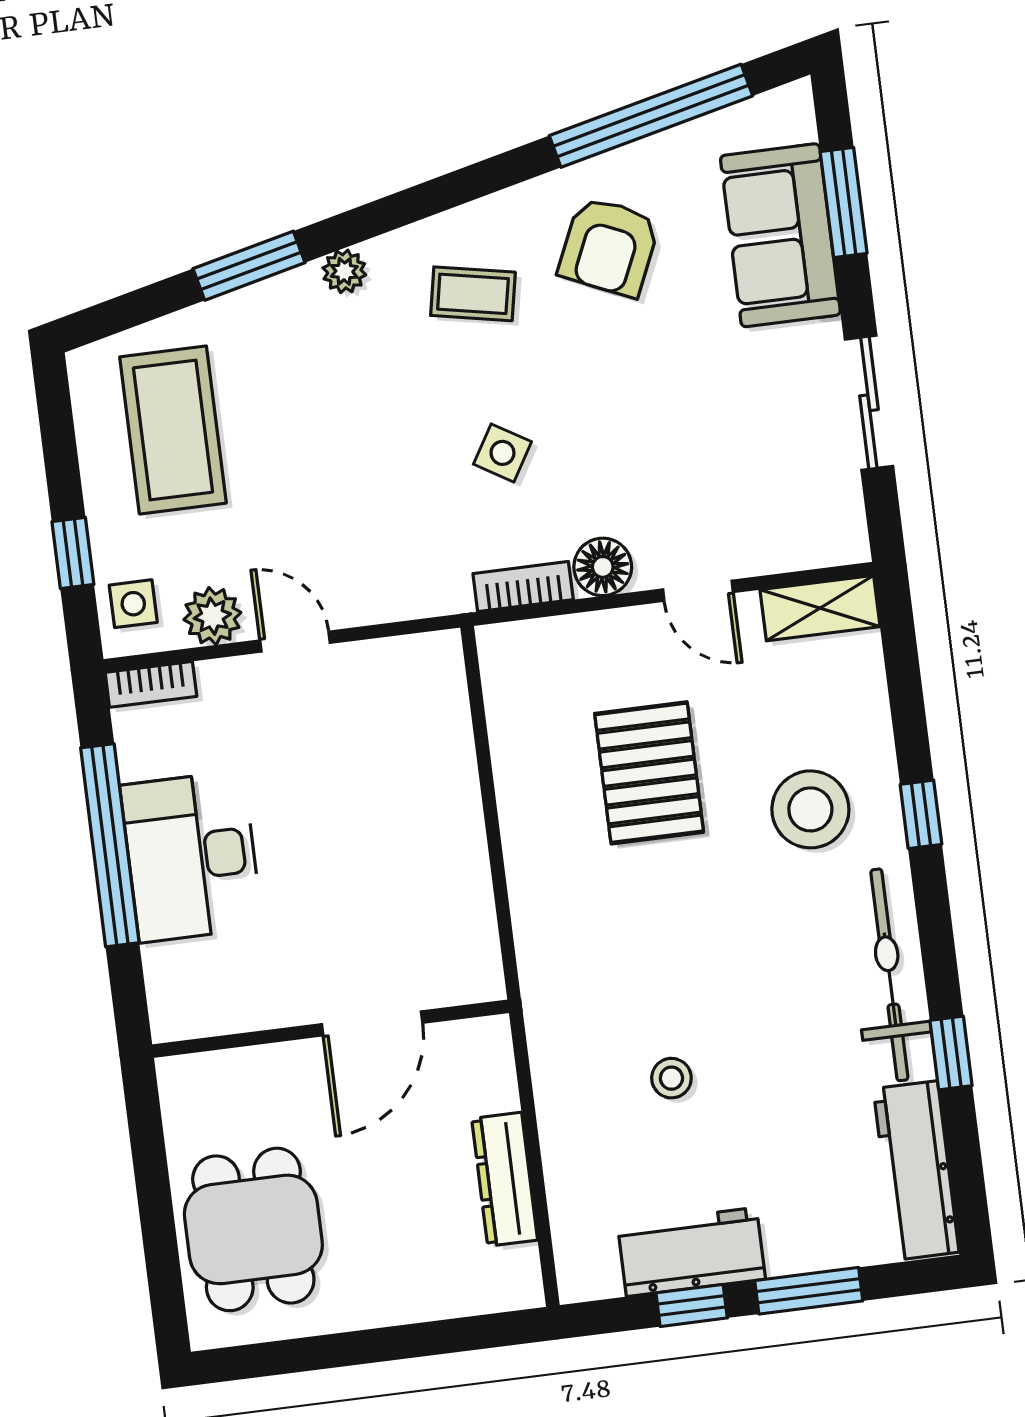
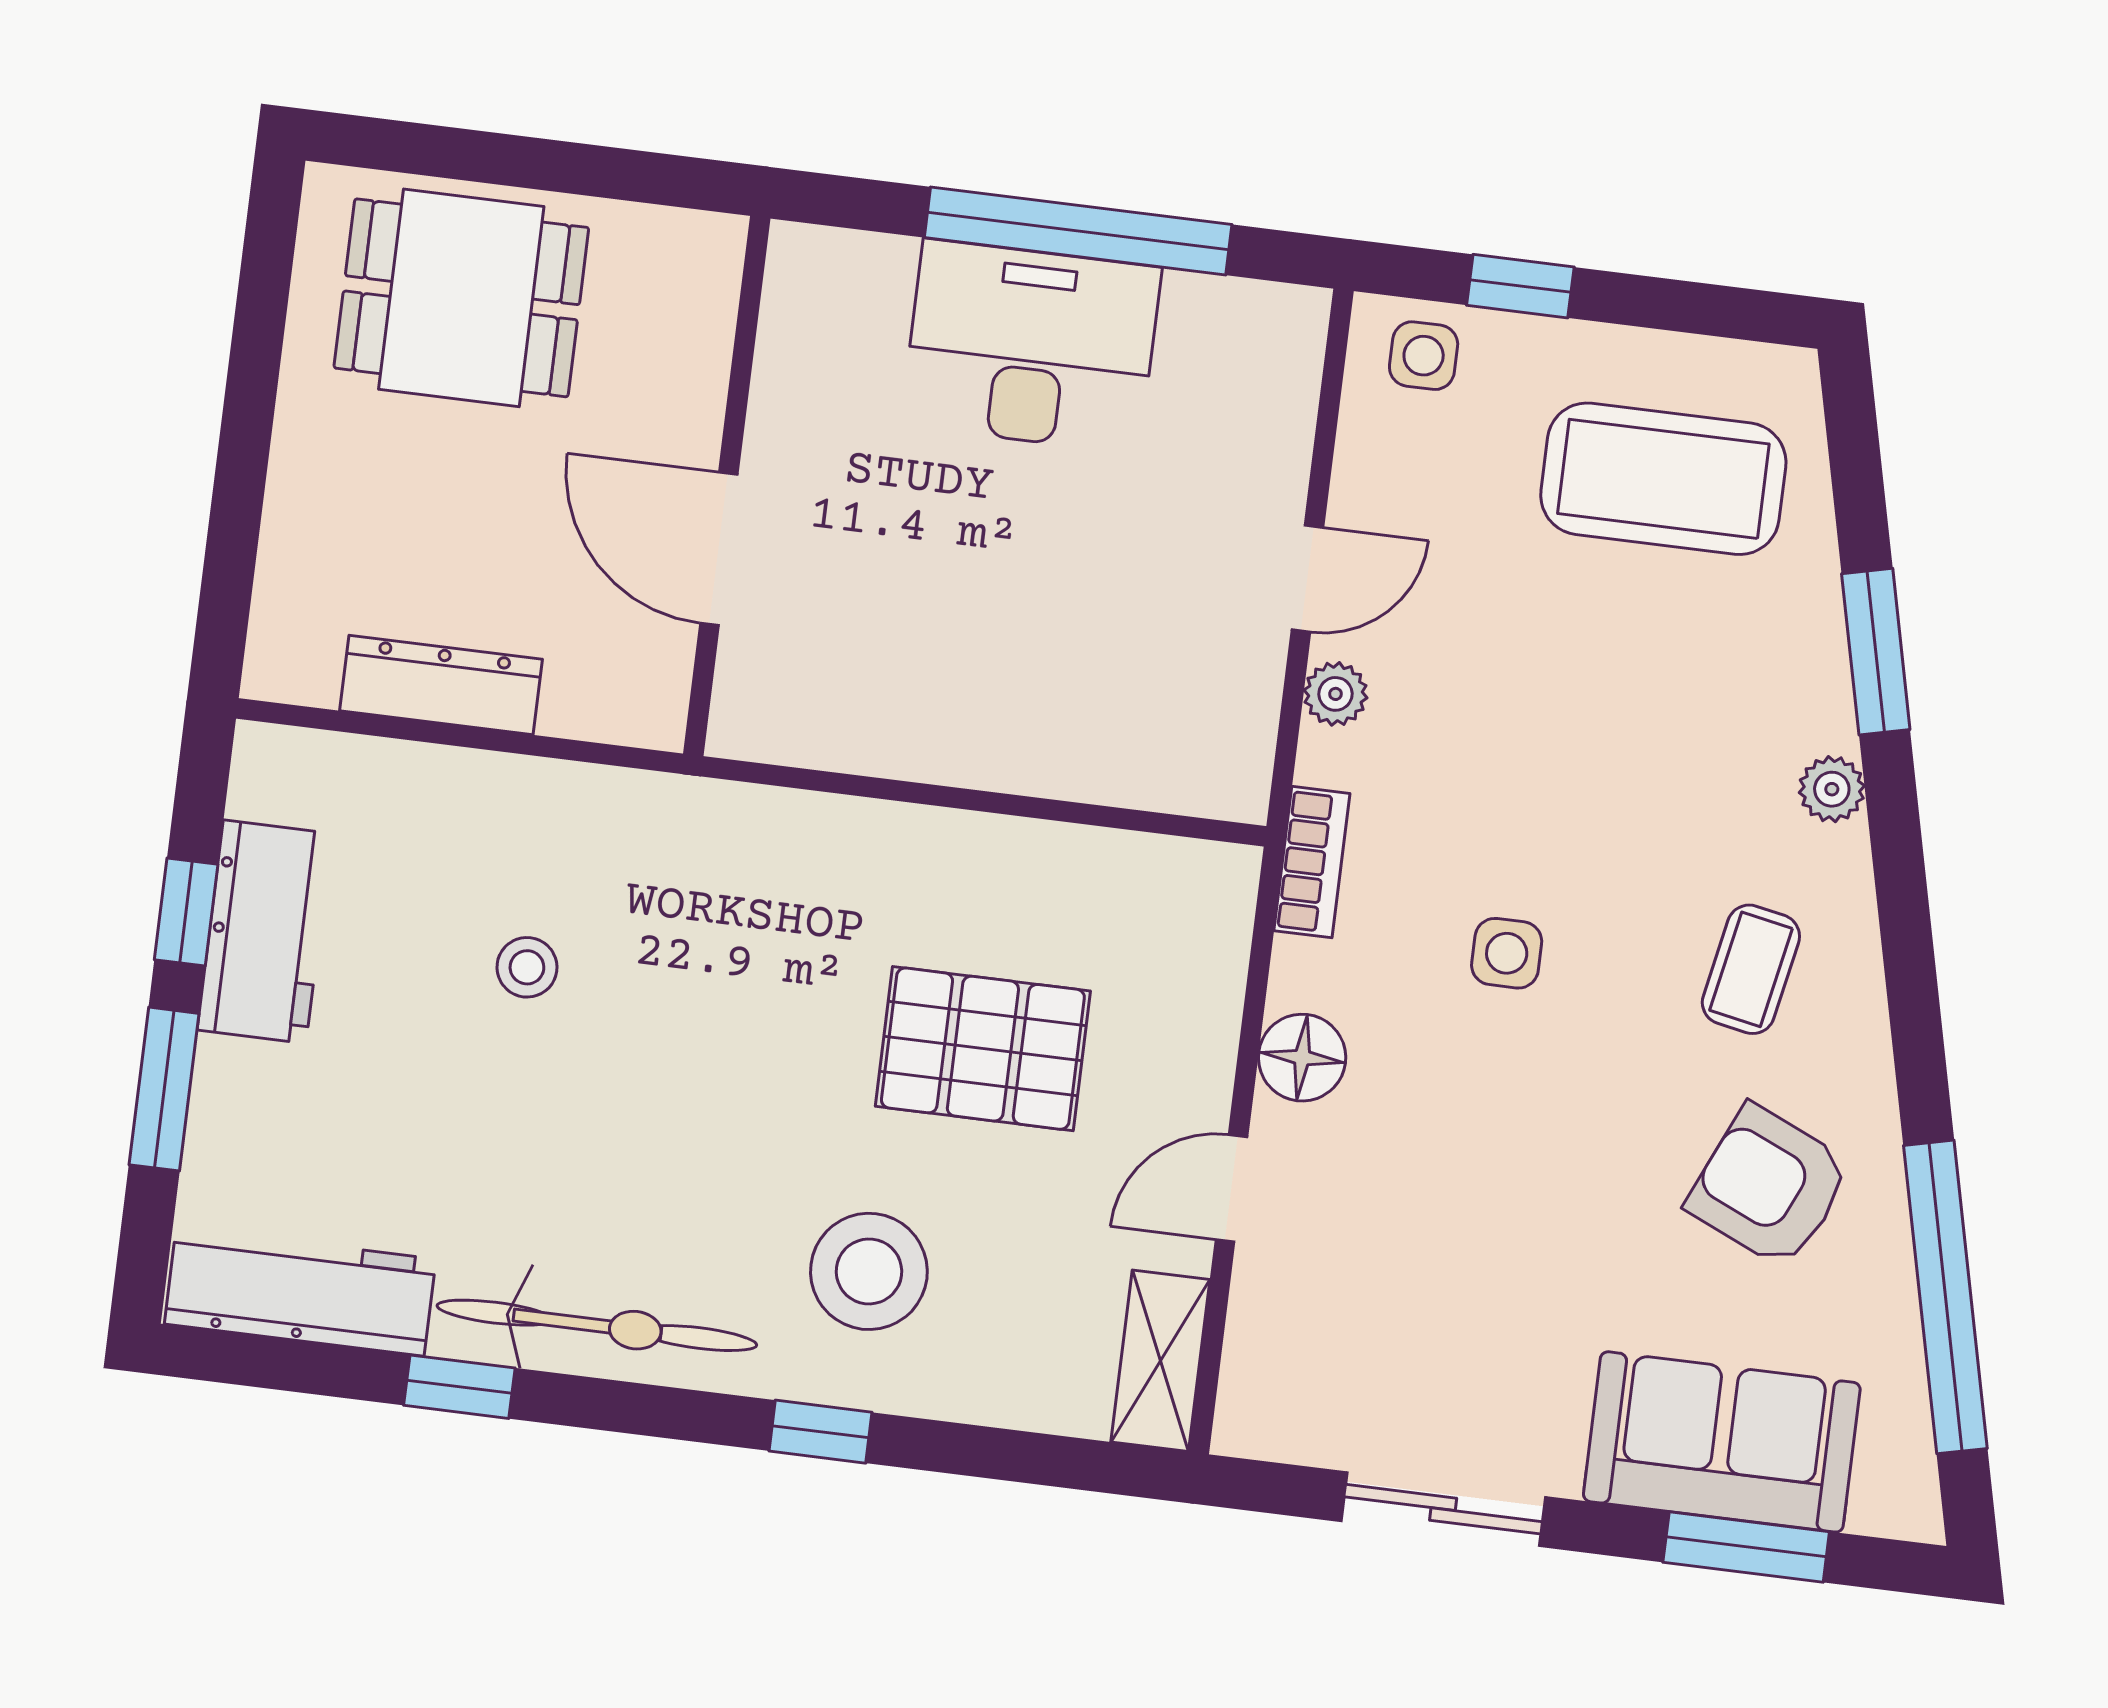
side table: (502, 453) -> (1507, 953), turned -31
bookcase: (523, 587) -> (1312, 862), moved
plant: (212, 616) -> (1335, 694), moved, width x0.73, depth x0.73
bookcase: (151, 684) -> (1299, 351), removed

